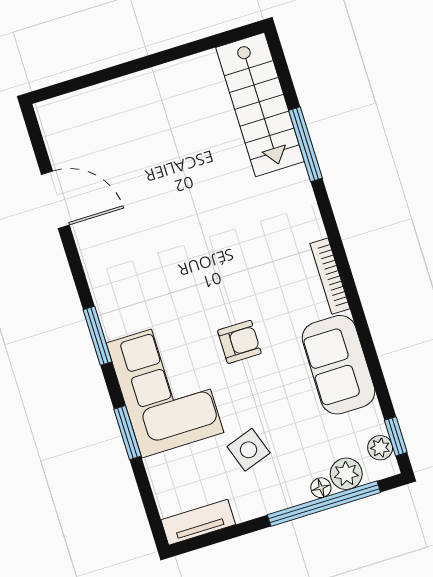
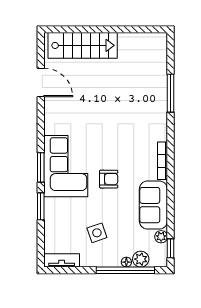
stairs: (260, 104) -> (83, 45), moved, turned -90
window: (98, 336) -> (41, 167), moved
corner sofa: (165, 388) -> (66, 166), moved
plant: (380, 448) -> (161, 237), moved

